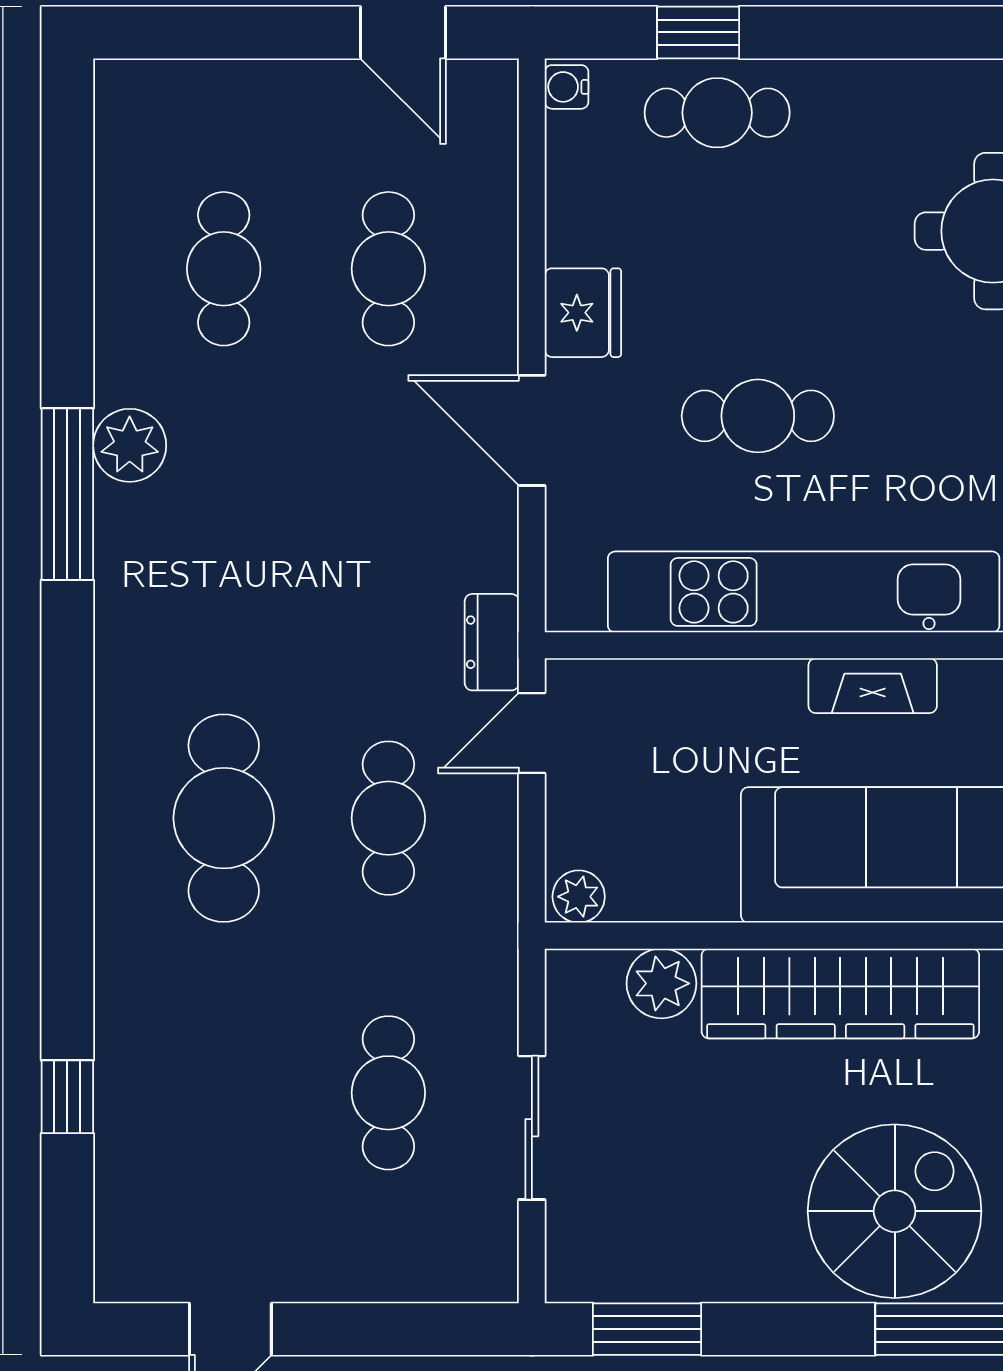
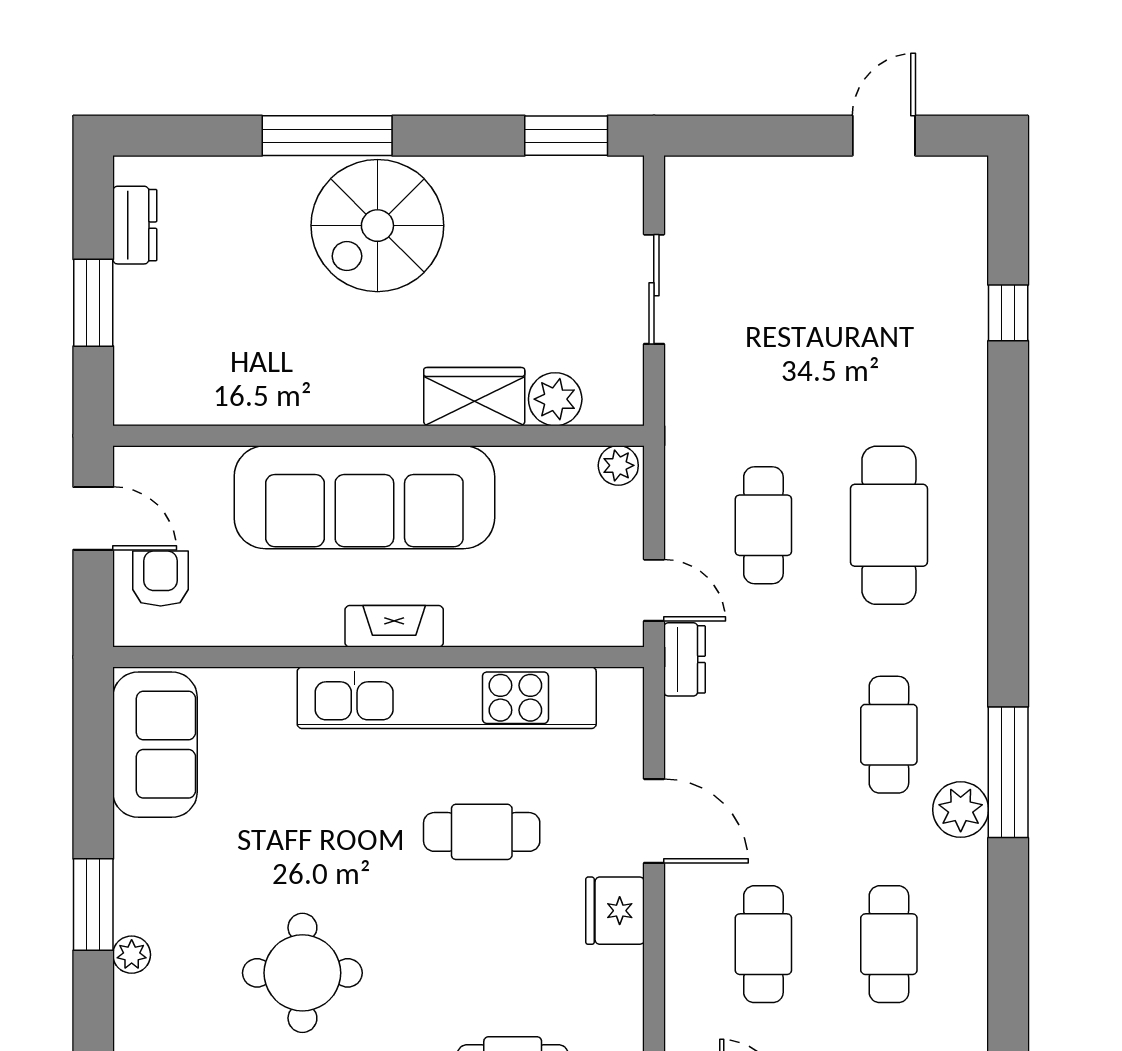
door: (532, 733) -> (654, 590), hinge flipped
wardrobe: (840, 993) -> (474, 397), width x0.48, depth x0.85
cafe table: (388, 1093) -> (889, 735), moved

